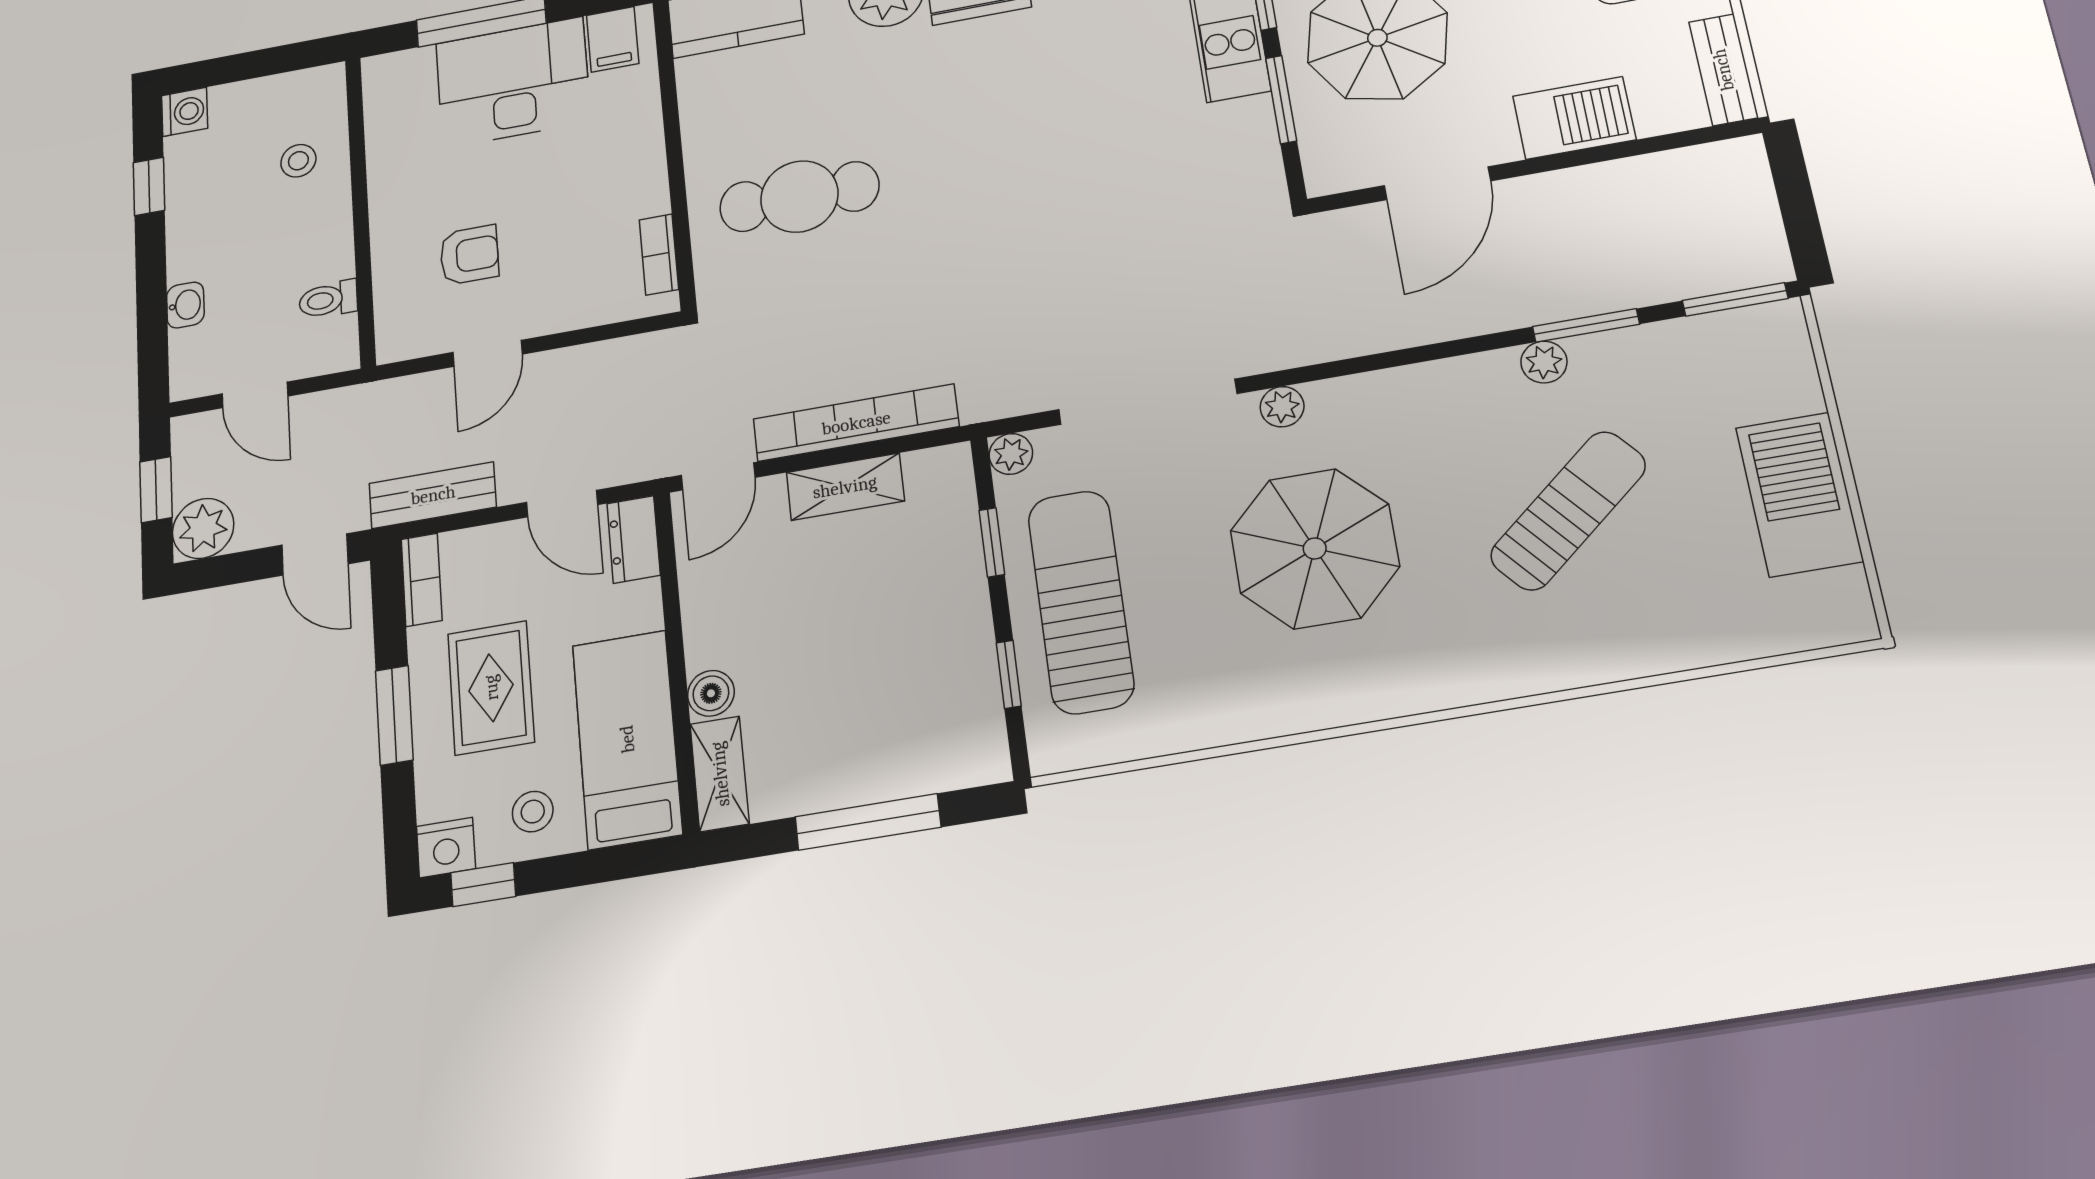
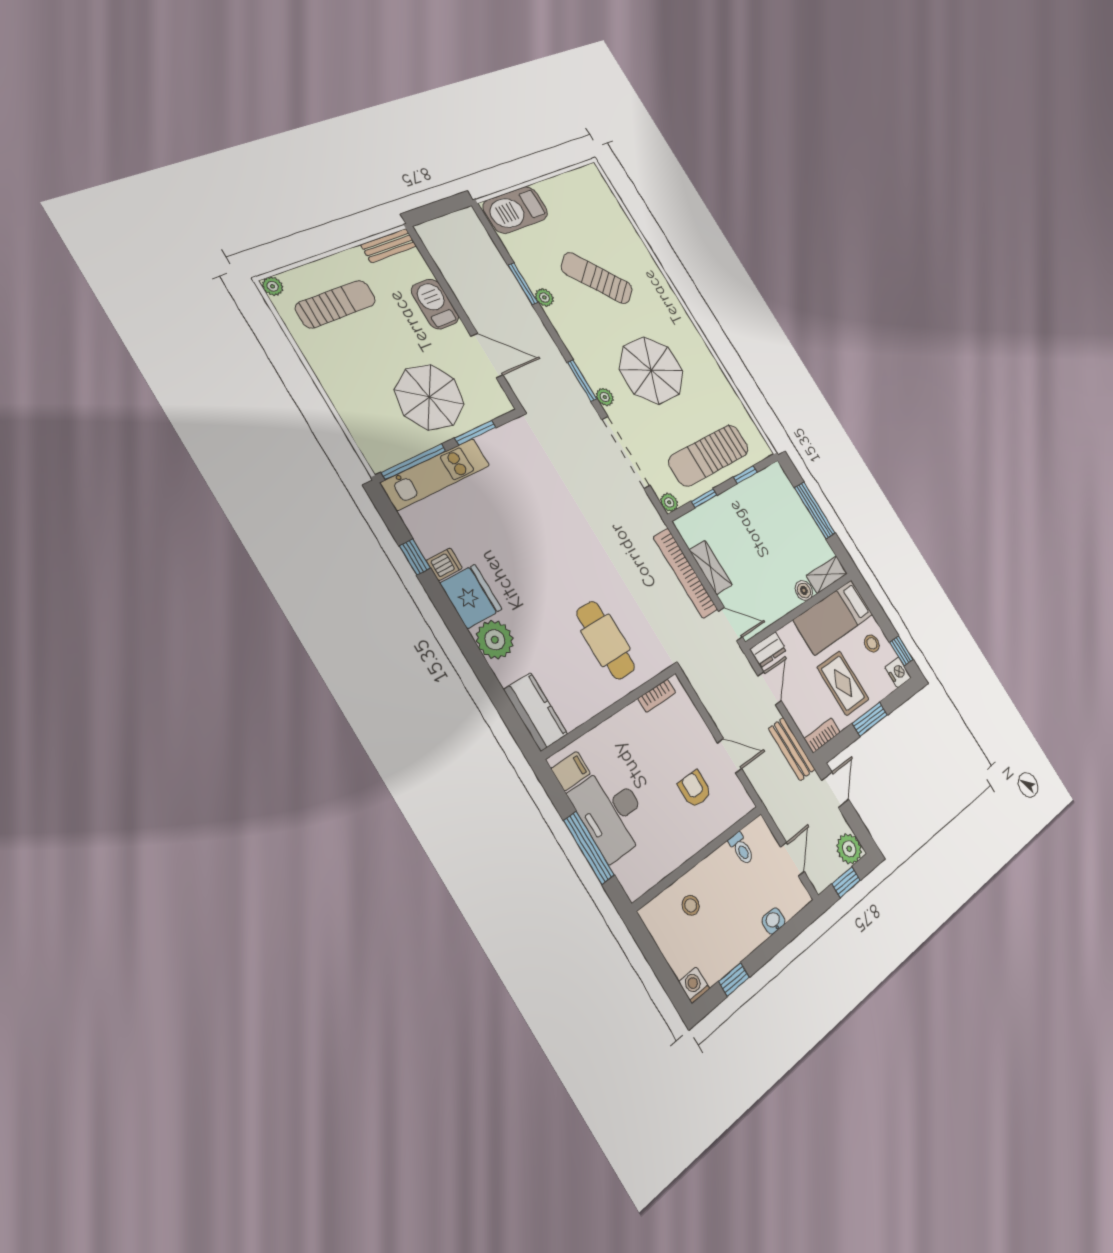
window: (1735, 299) -> (582, 381), moved
barbecue: (1799, 494) -> (515, 210), moved
rug: (491, 688) -> (843, 683), turned 90

